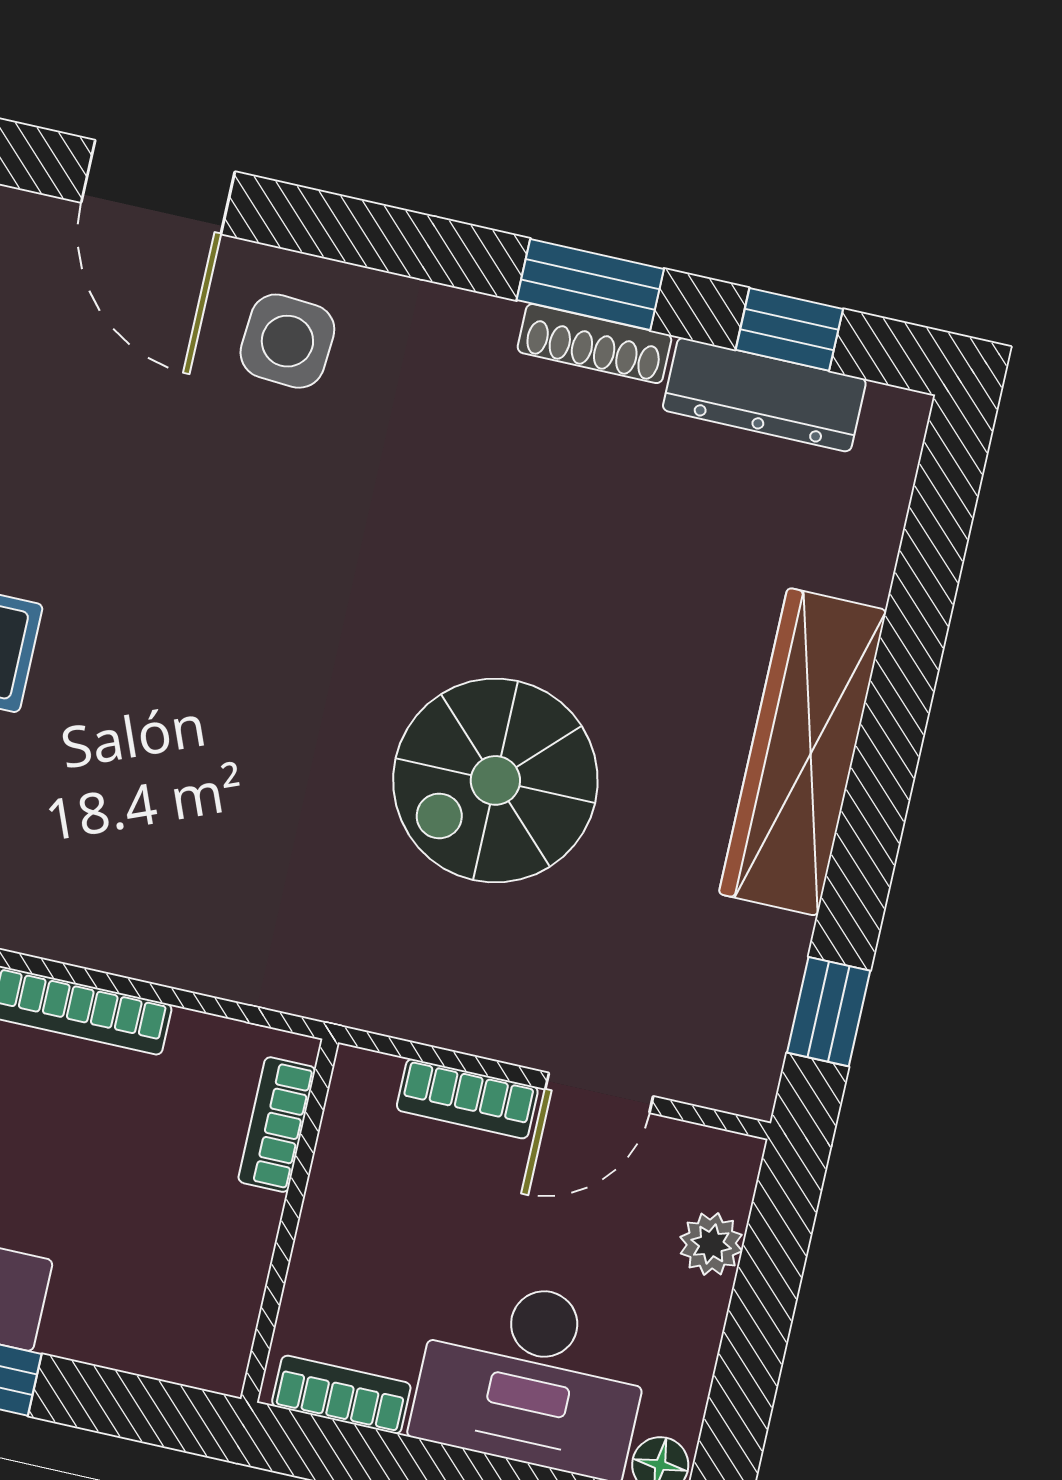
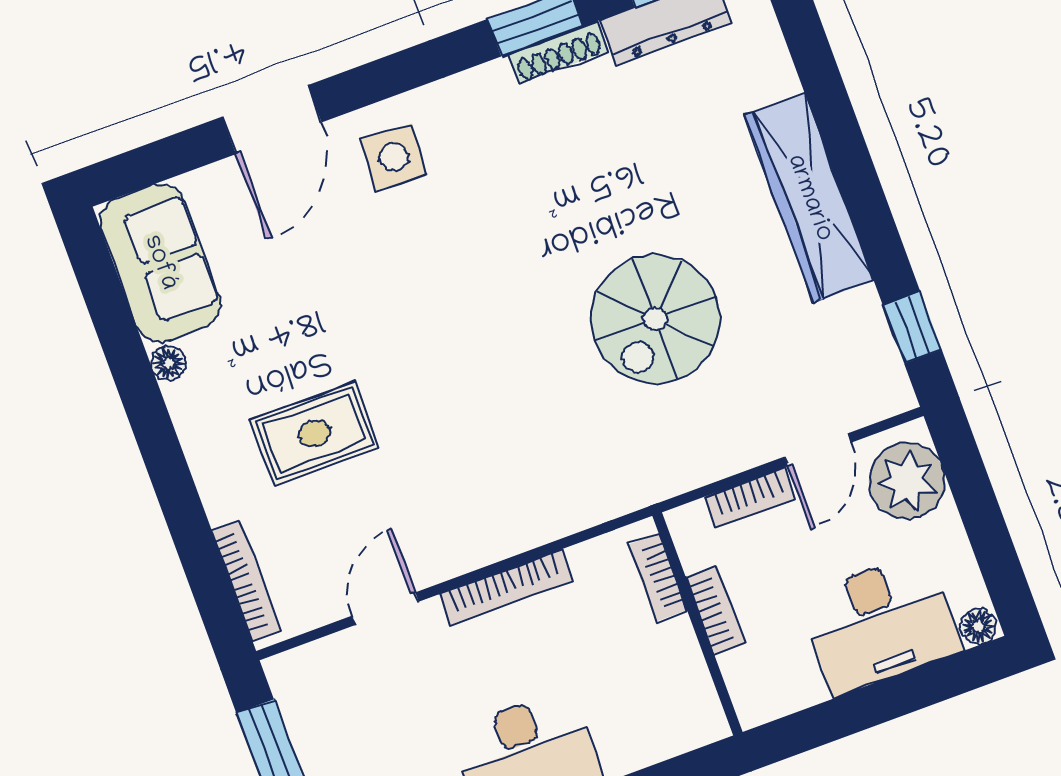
door: (158, 187) -> (272, 120), hinge flipped
plant: (711, 1244) -> (907, 481), width x1.87, depth x1.87
bookcase: (341, 1395) -> (716, 610), moved, turned 90

